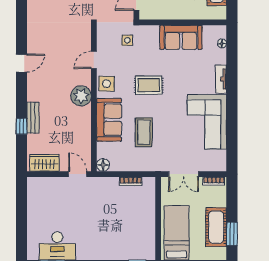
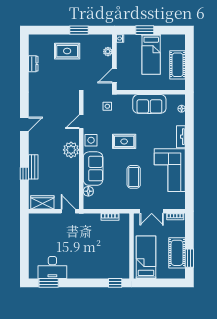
coffee table: (144, 132) -> (134, 177), moved
floor lamp: (103, 165) -> (88, 191), moved

